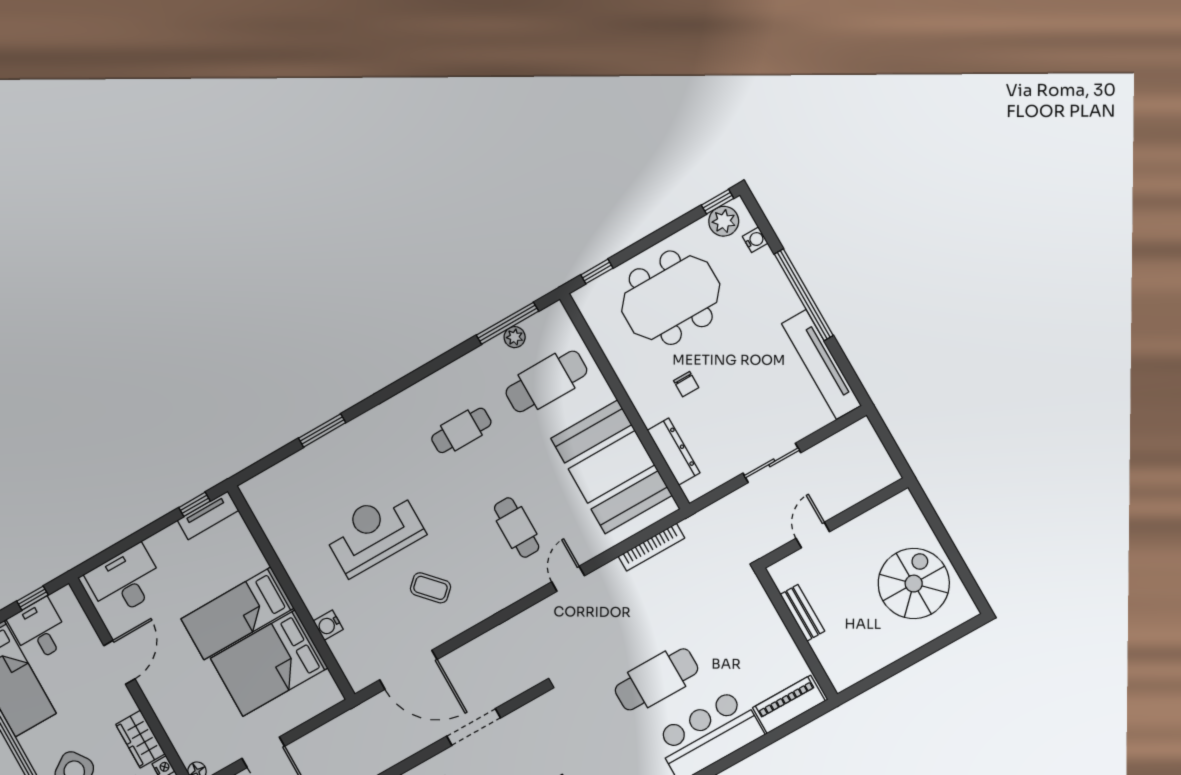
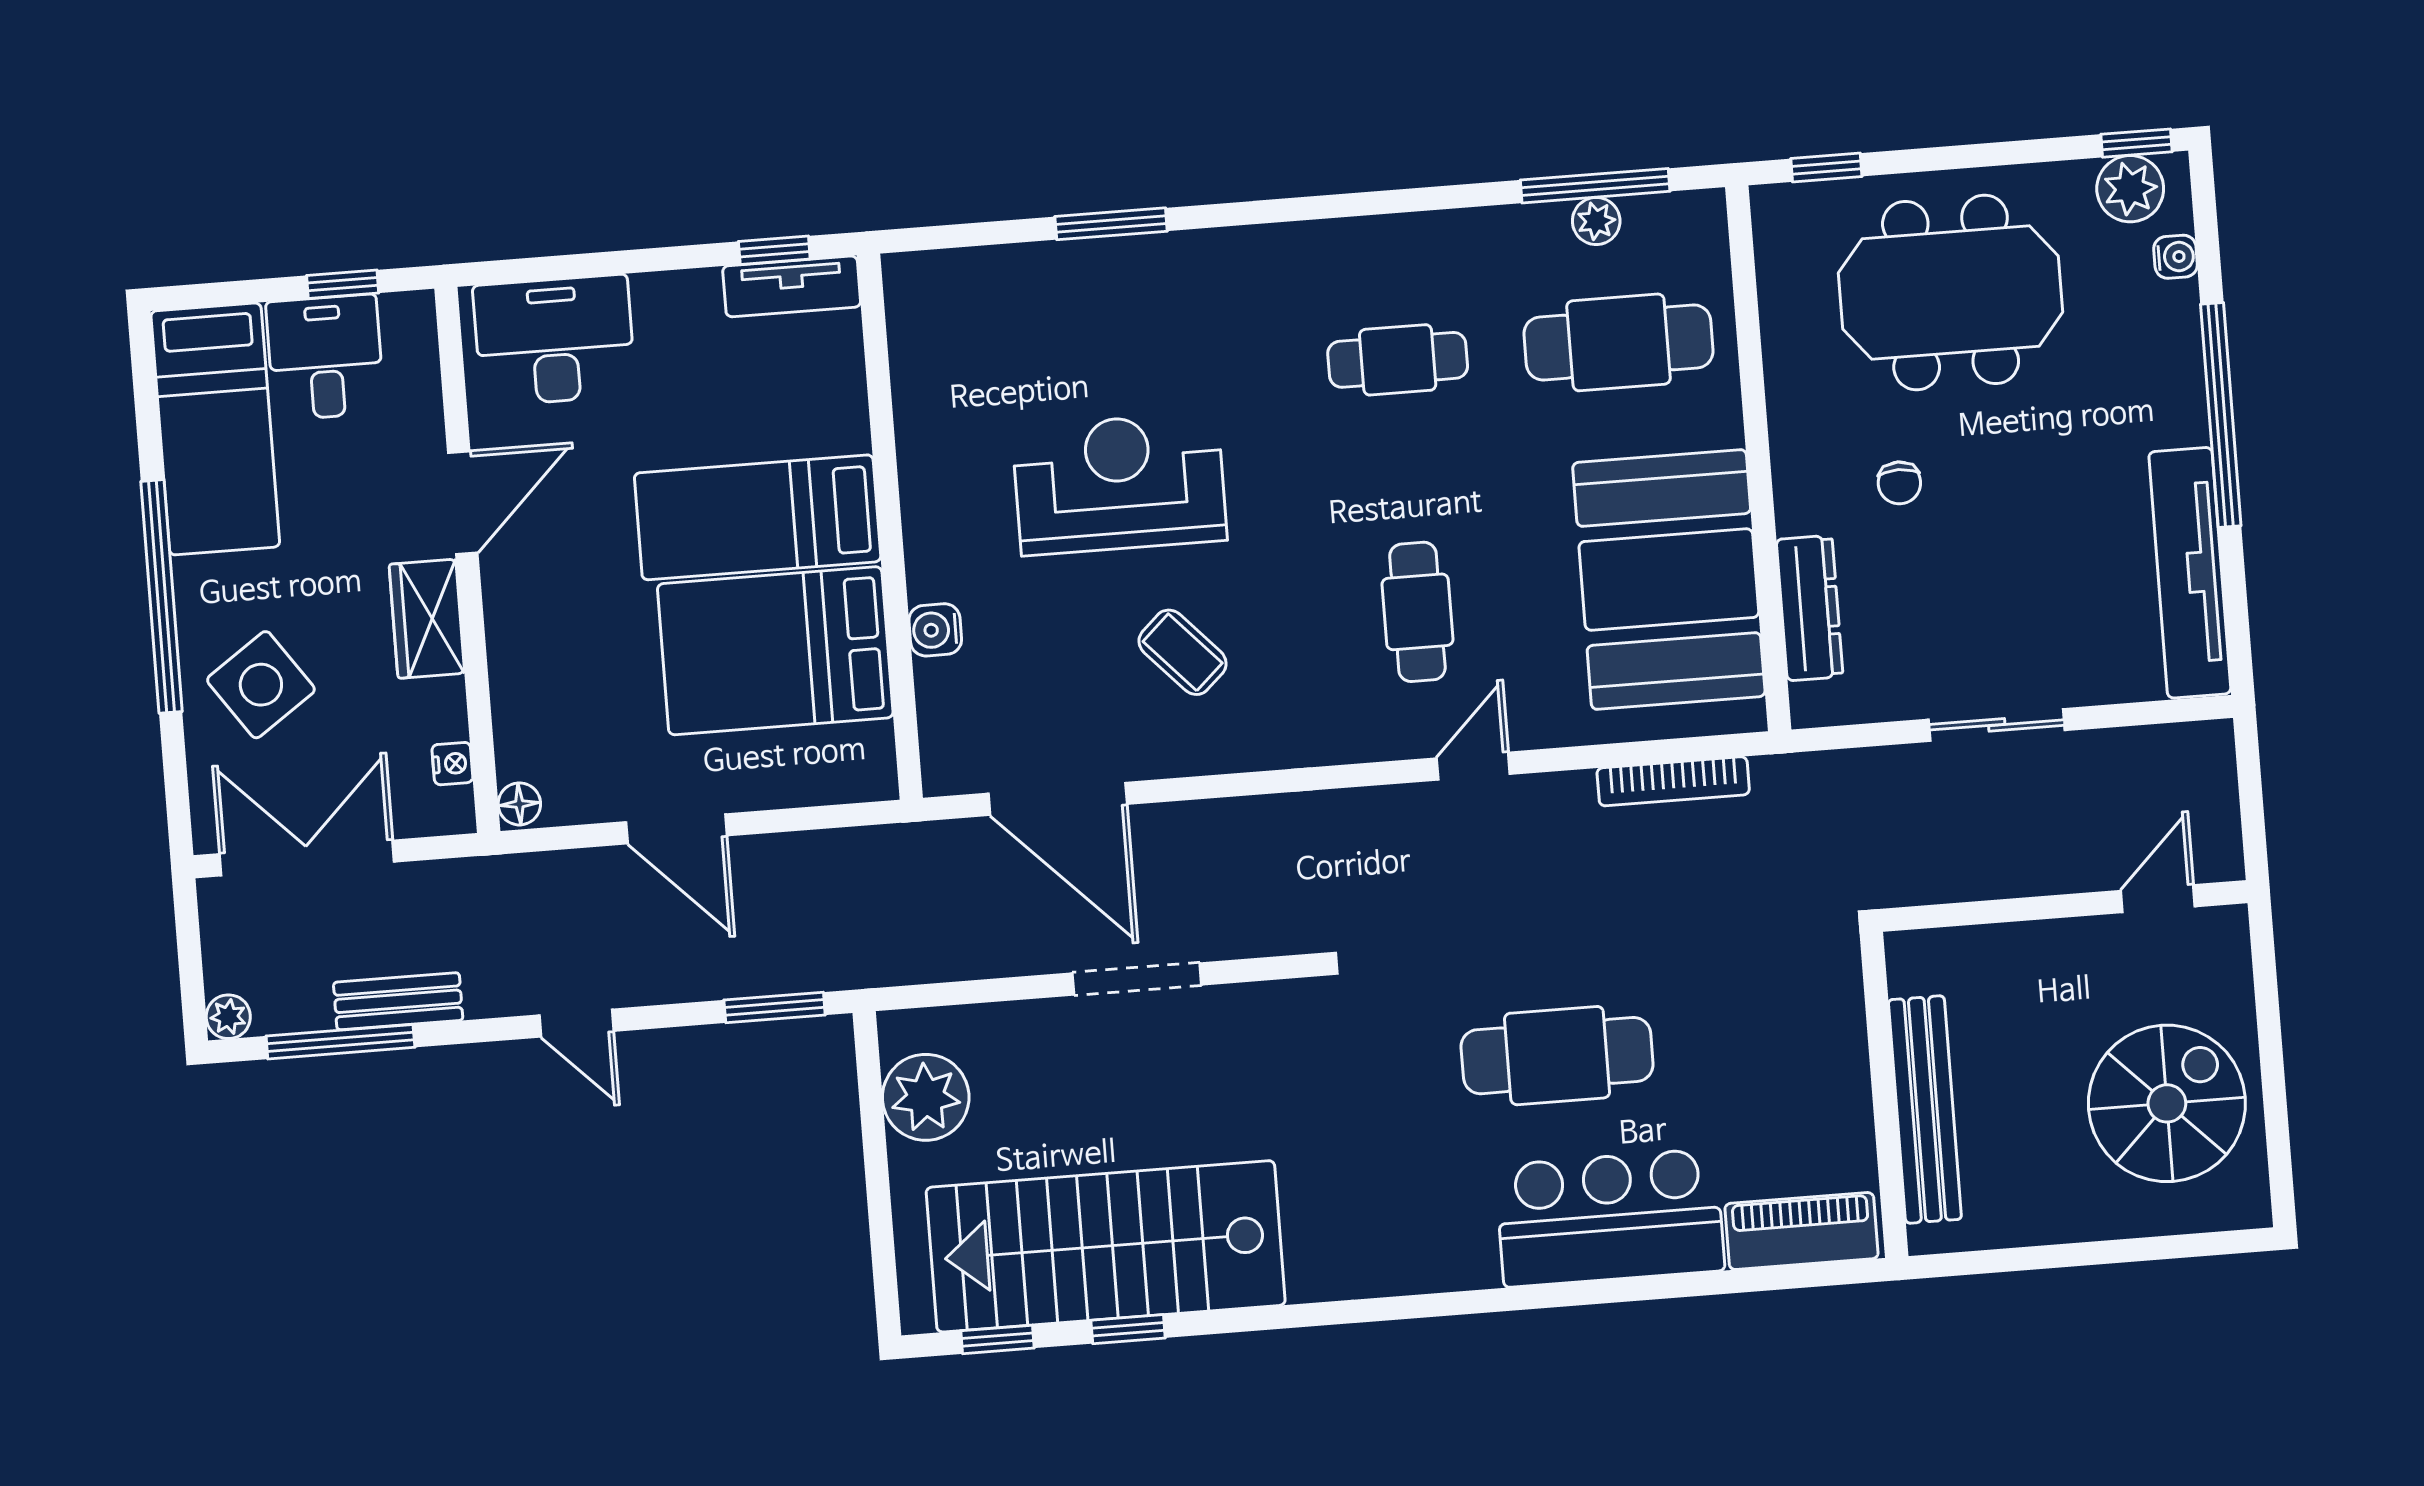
door: (813, 535) -> (2158, 899), moved
bench: (802, 613) -> (1925, 1110), width x1.86, depth x1.21
wardrobe: (140, 739) -> (427, 619), moved

